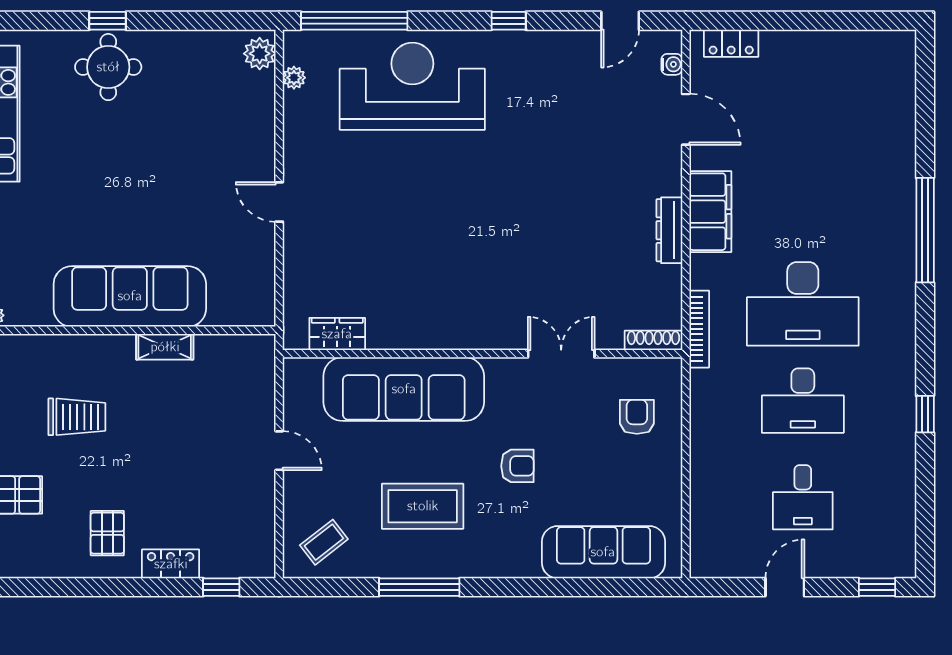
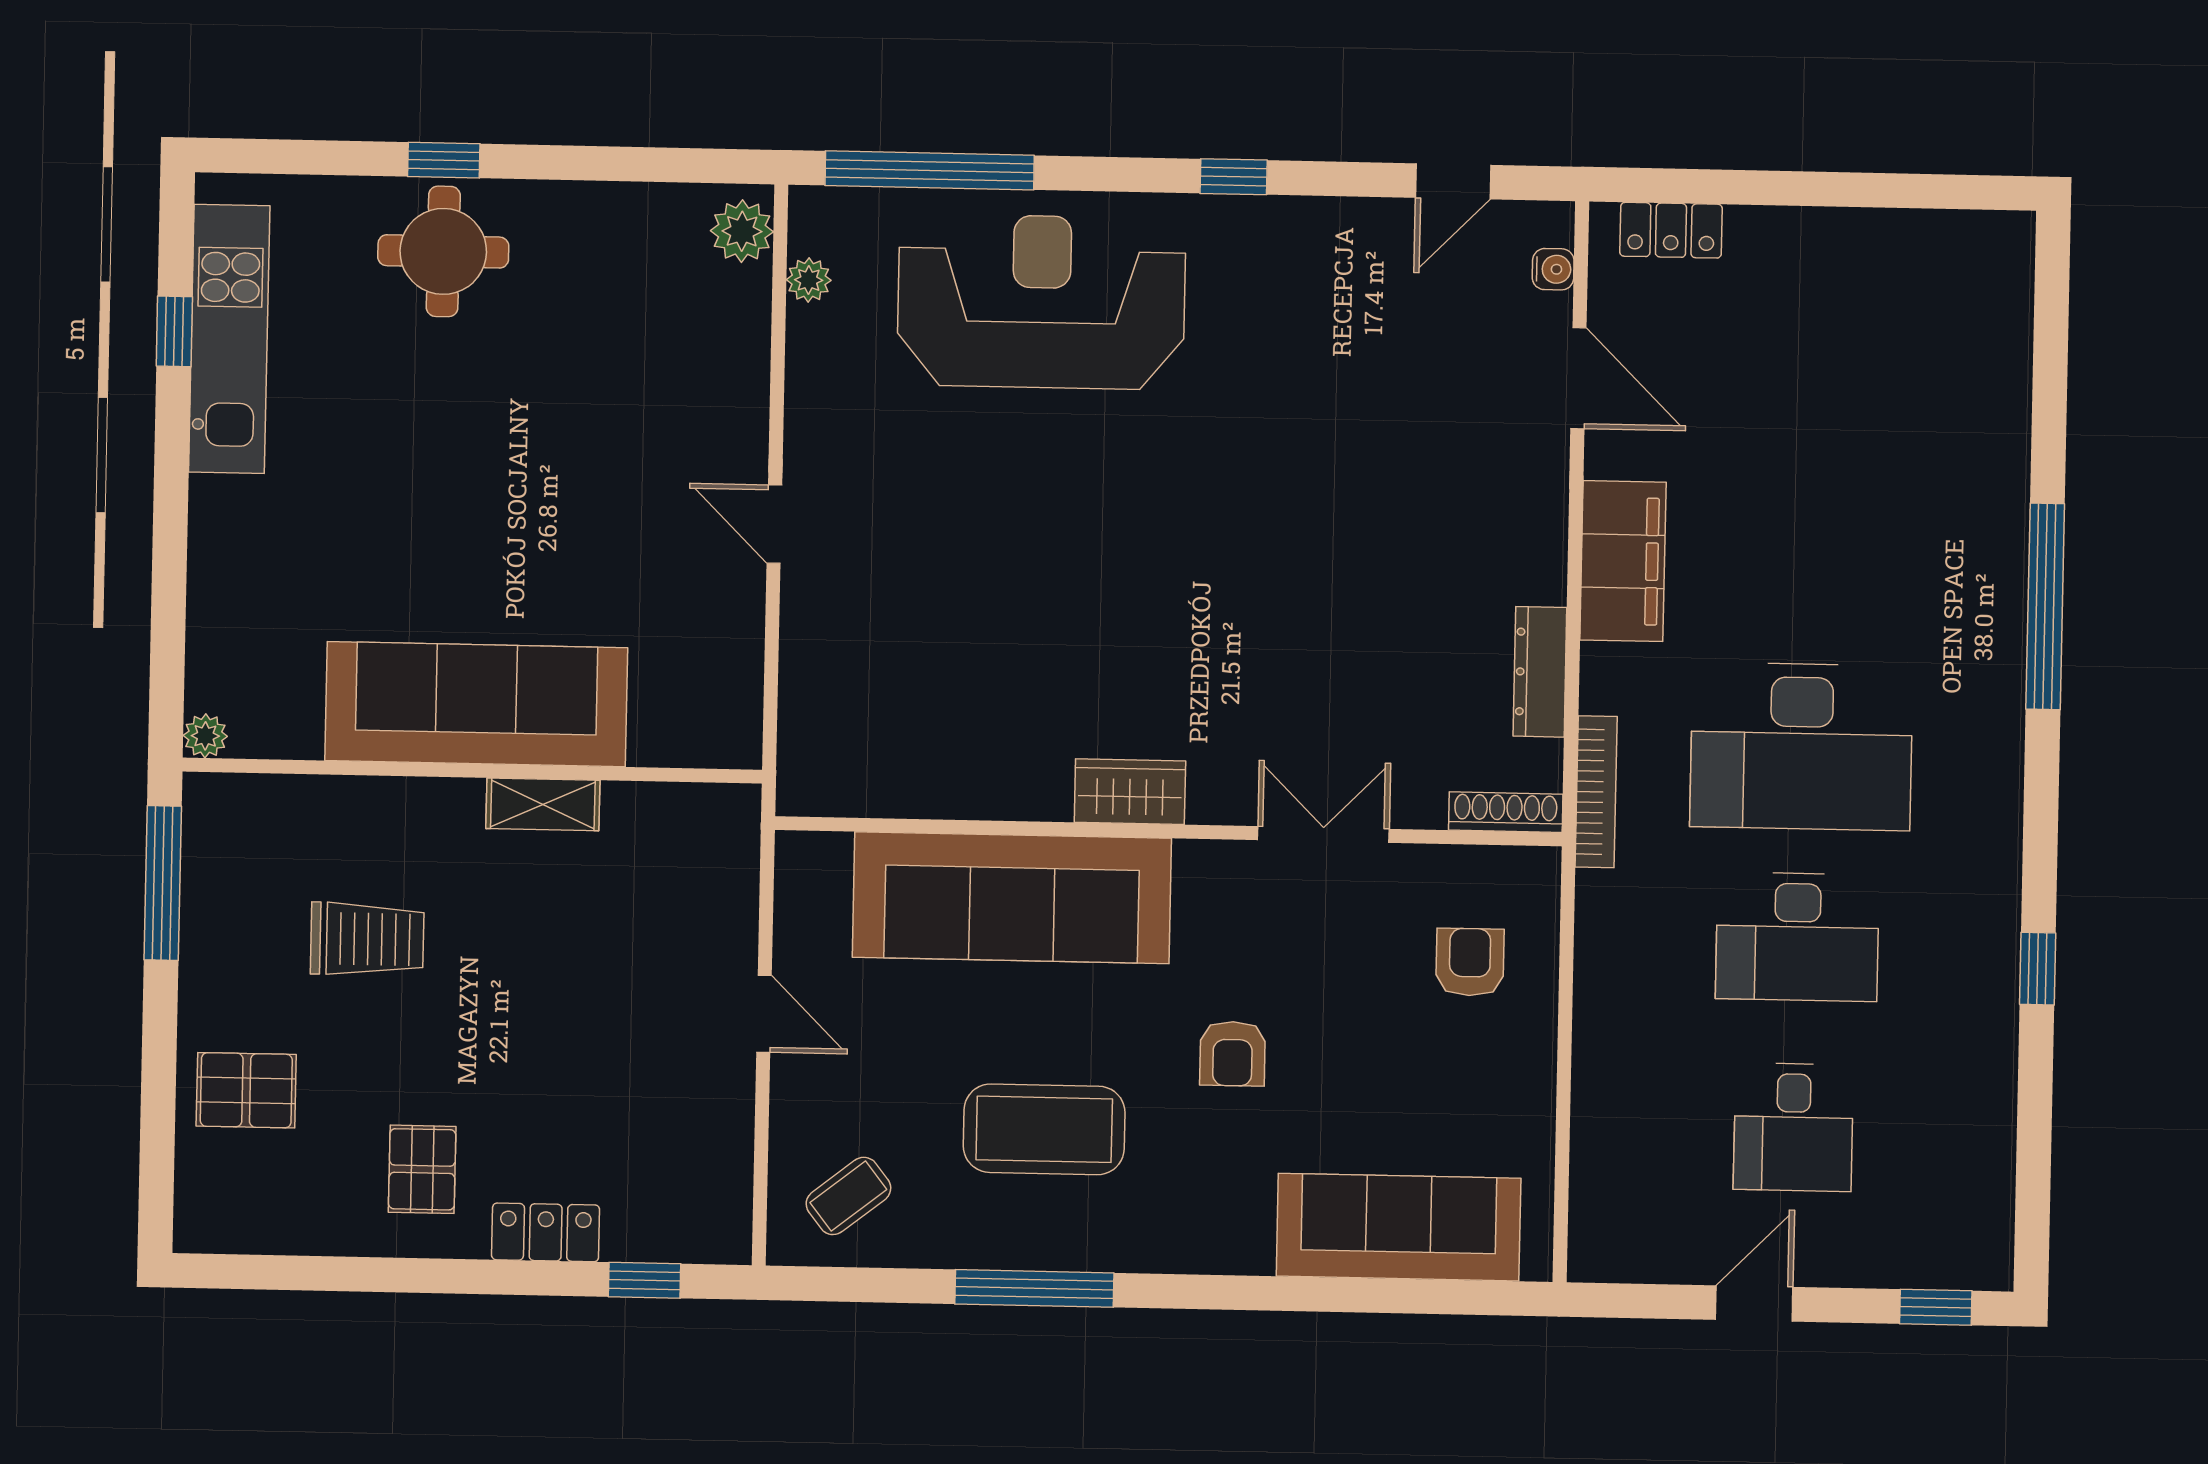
dresser: (669, 230) -> (1540, 672), moved
wardrobe: (337, 334) -> (1130, 792), moved
armchair: (517, 466) -> (1233, 1054), turned 90

